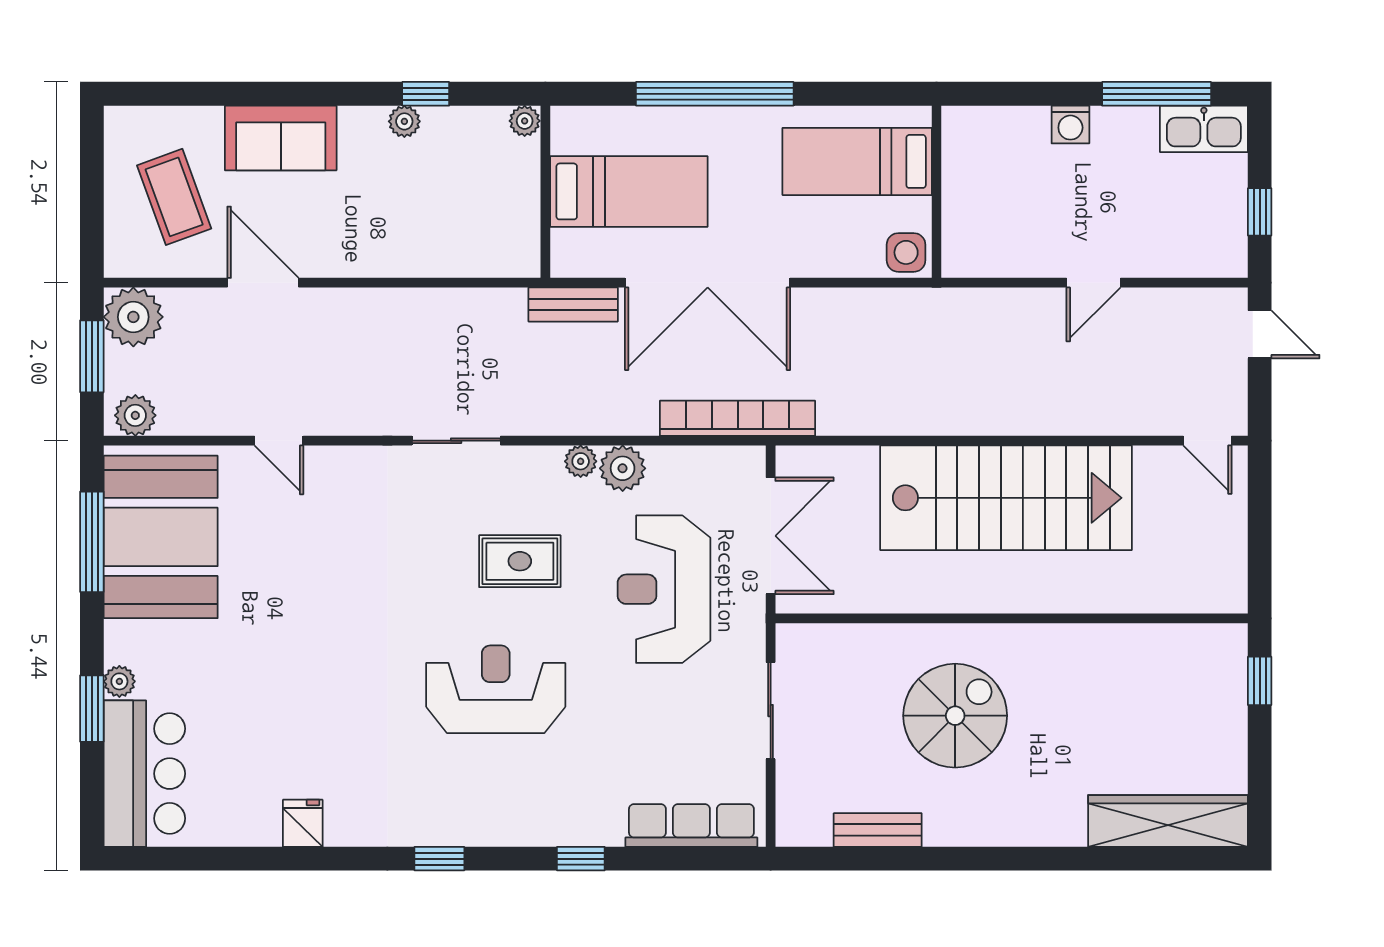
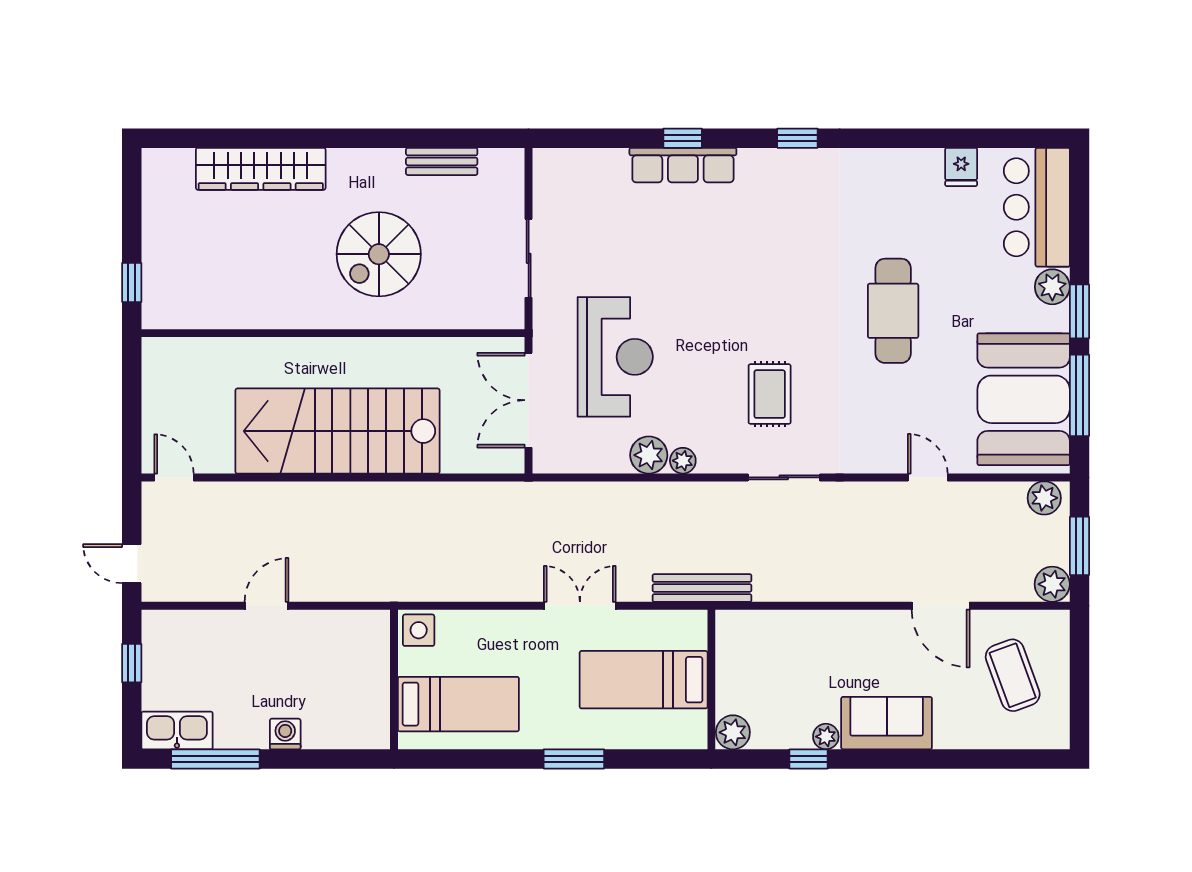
window: (715, 94) -> (574, 759), width x0.47
plant: (525, 121) -> (733, 732), width x1.38, depth x1.38
sofa: (281, 138) -> (887, 723), moved
double door: (708, 283) -> (580, 606), width x0.54
bench: (573, 304) -> (702, 588), width x1.36
plant: (133, 317) -> (1052, 584), width x0.73, depth x0.73
bookcase: (738, 418) -> (555, 496), removed
rug: (520, 561) -> (770, 394), moved, turned 90
cafe table: (322, 646) -> (893, 311), added
plant: (119, 681) -> (1052, 287), width x1.38, depth x1.38
reception desk: (496, 689) -> (752, 276), removed
window: (92, 709) -> (1079, 311), moved
wardrobe: (1168, 821) -> (261, 169), moved
fridge: (303, 823) -> (961, 167), moved
row of seats: (691, 825) -> (683, 165), moved

